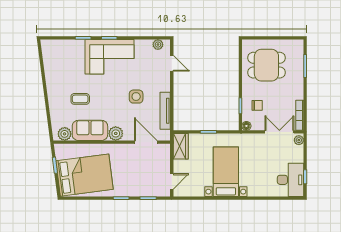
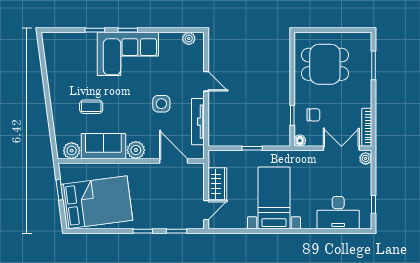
door: (172, 63) -> (206, 81), moved
wardrobe: (181, 146) -> (217, 184), moved
desk: (291, 180) -> (338, 213), moved, turned 90

